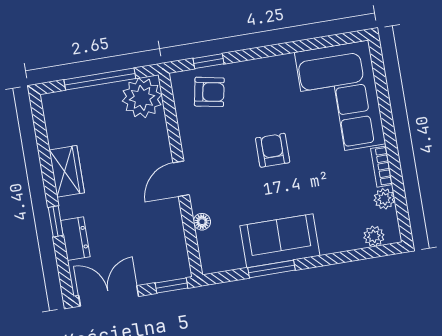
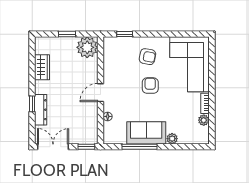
window: (100, 79) -> (67, 34), width x0.46
armchair: (209, 92) -> (147, 57), moved
wardrobe: (67, 171) -> (42, 67), moved
plant: (374, 236) -> (172, 139), moved
dresser: (75, 239) -> (41, 110), width x1.44
window: (271, 269) -> (139, 147), width x1.44

